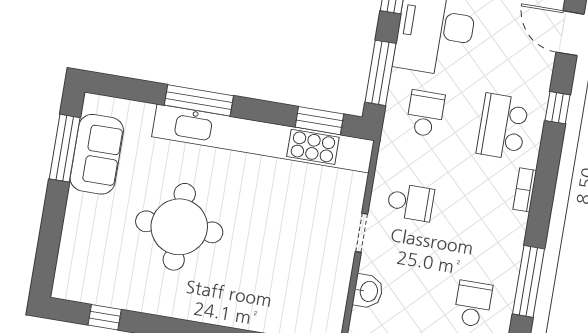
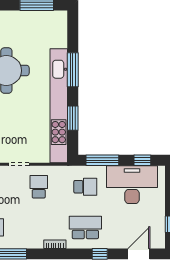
window: (319, 121) -> (73, 118), moved
sofa: (97, 154) -> (36, 22), removed
school desk: (411, 202) -> (39, 187), turned 180

